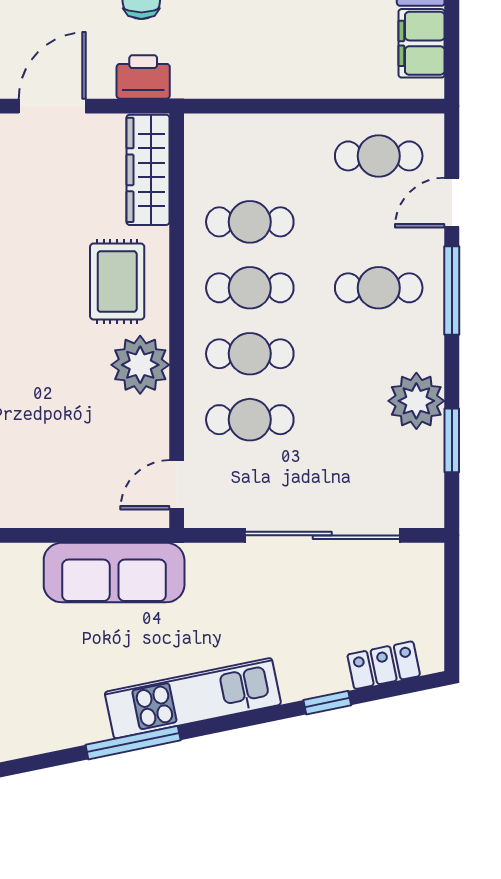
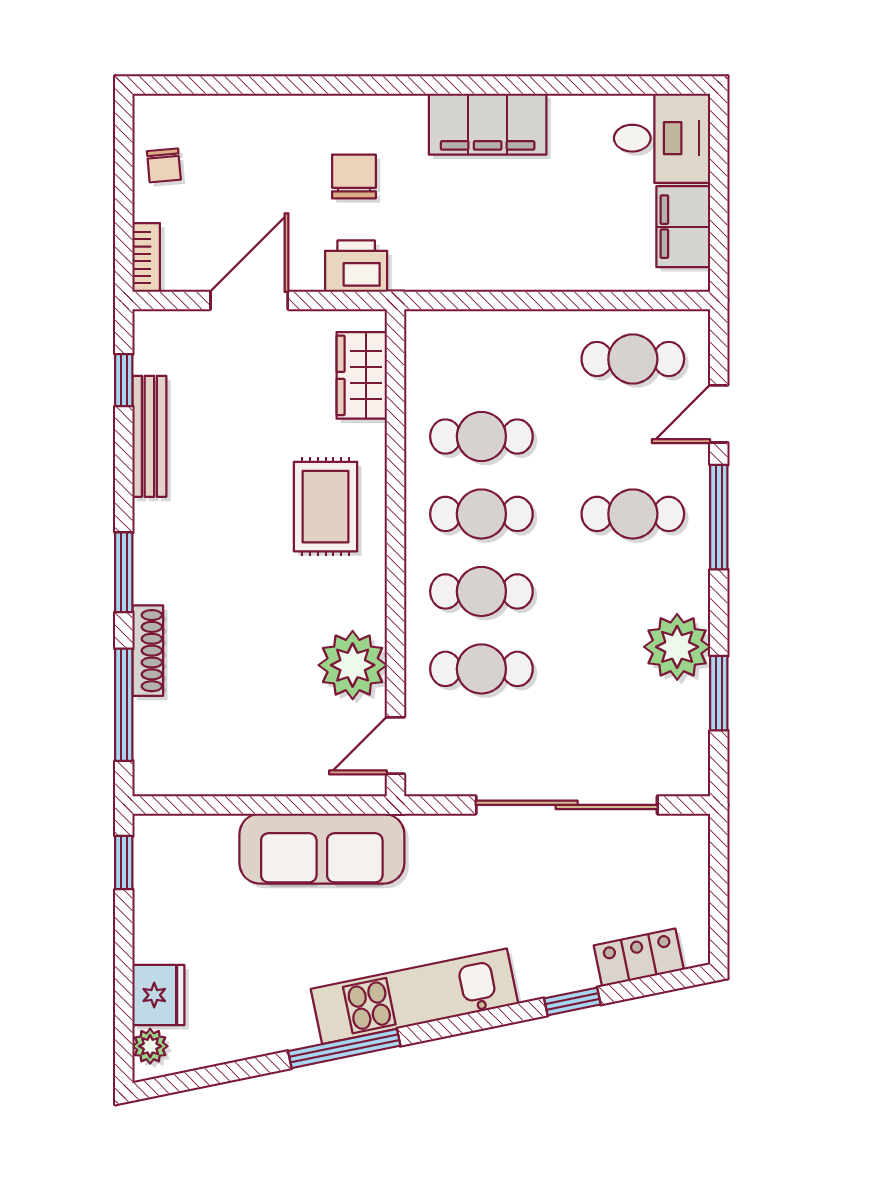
wardrobe: (148, 170) -> (362, 375), width x0.67
plant: (140, 365) -> (353, 665), moved

